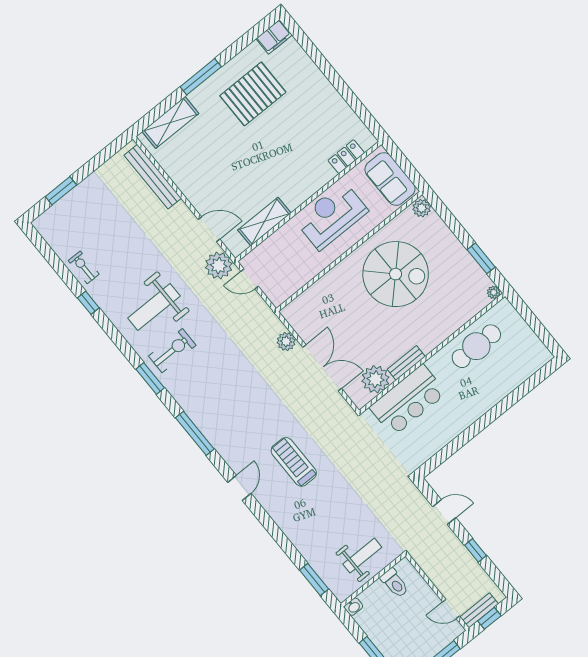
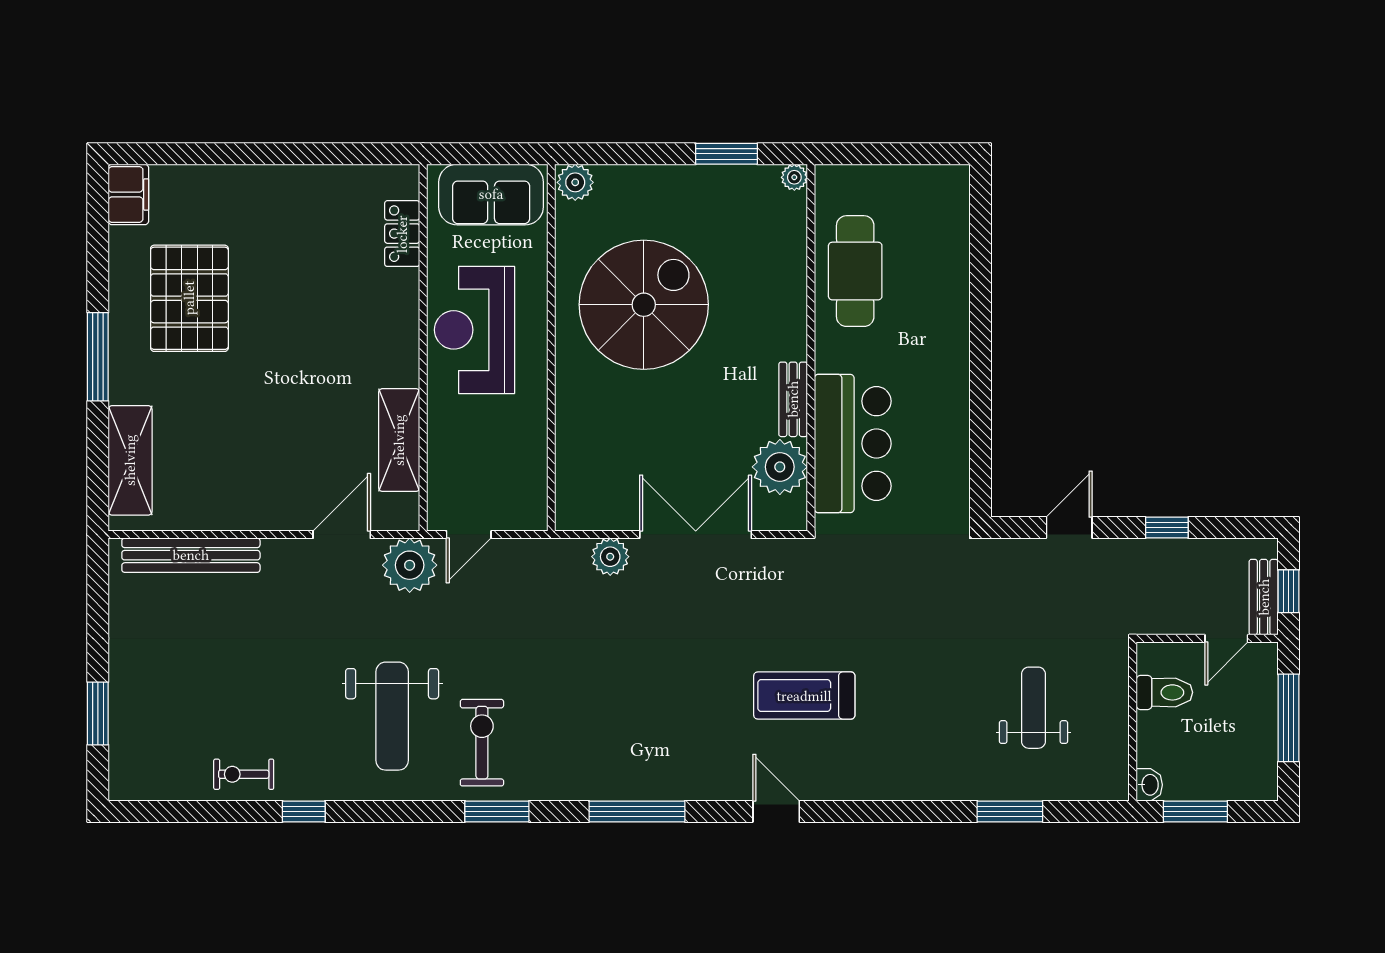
wall: (373, 580) -> (1133, 721), moved
toilet: (395, 583) -> (1164, 692), moved
washbasin: (354, 607) -> (1149, 785), moved

